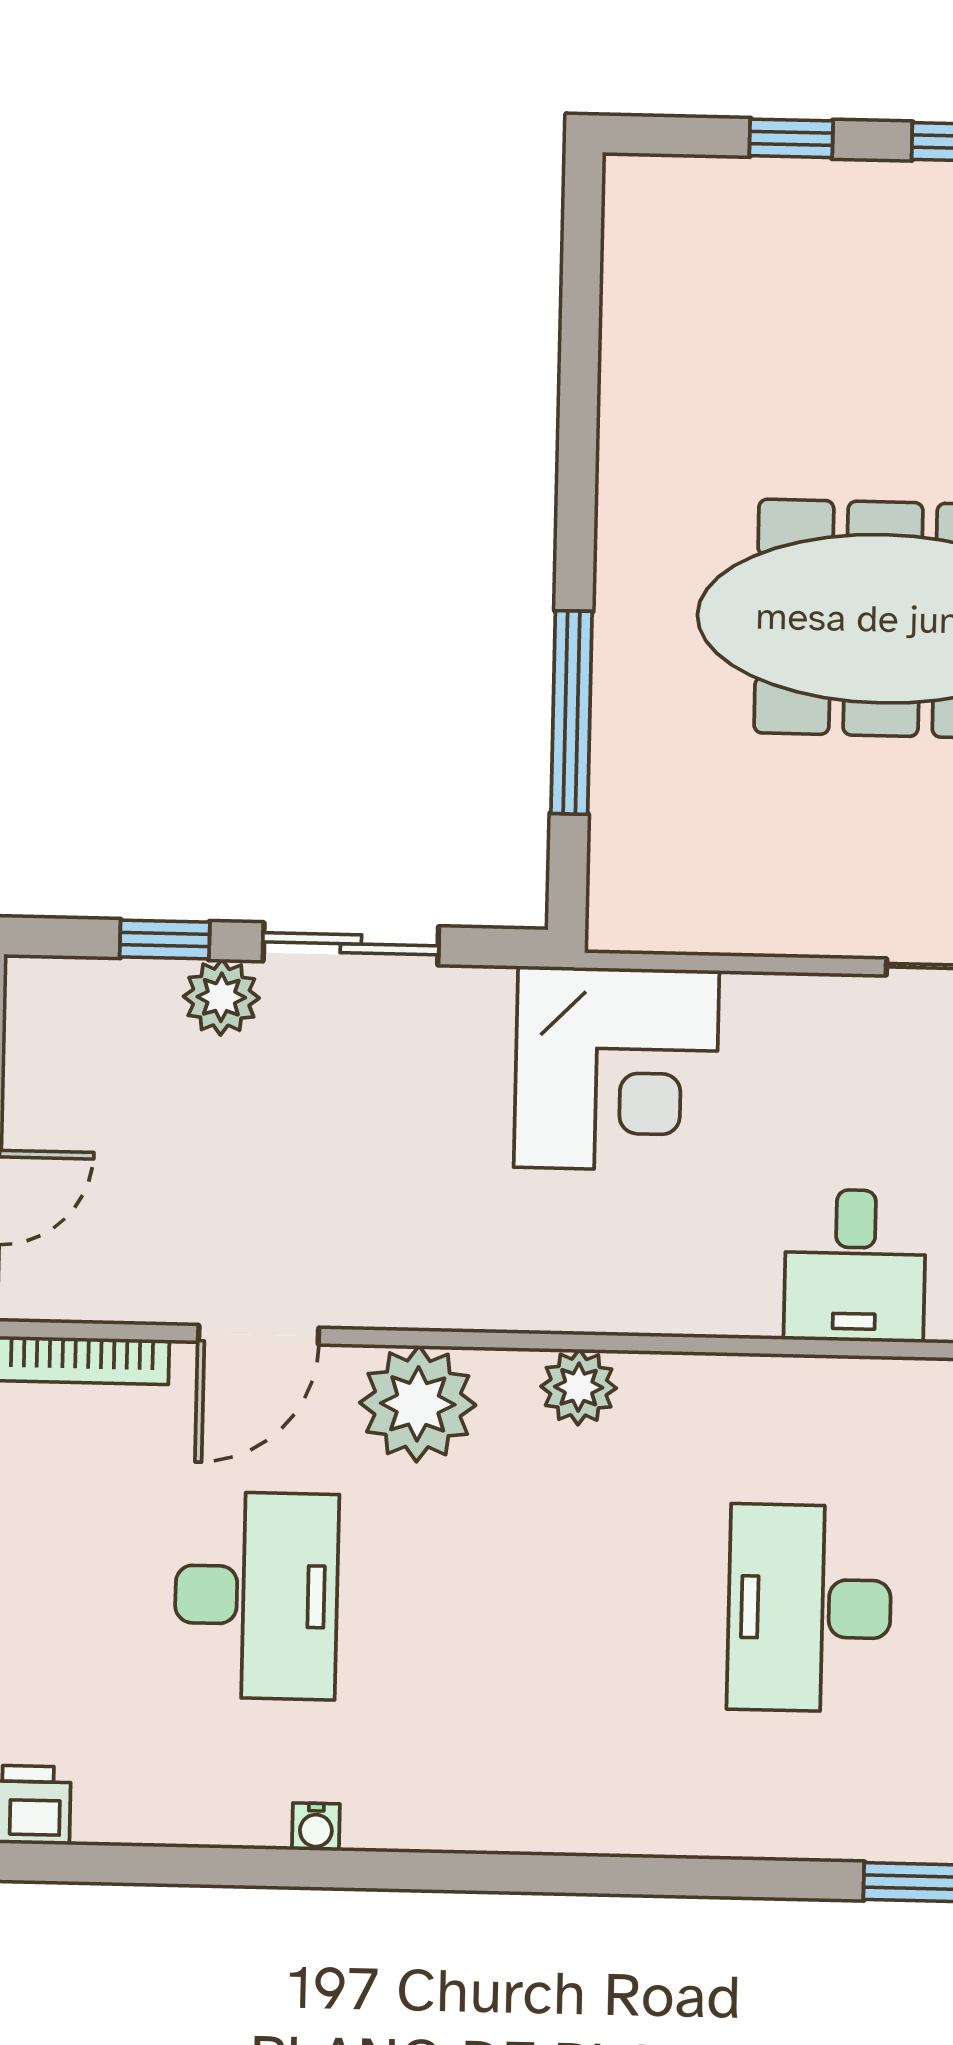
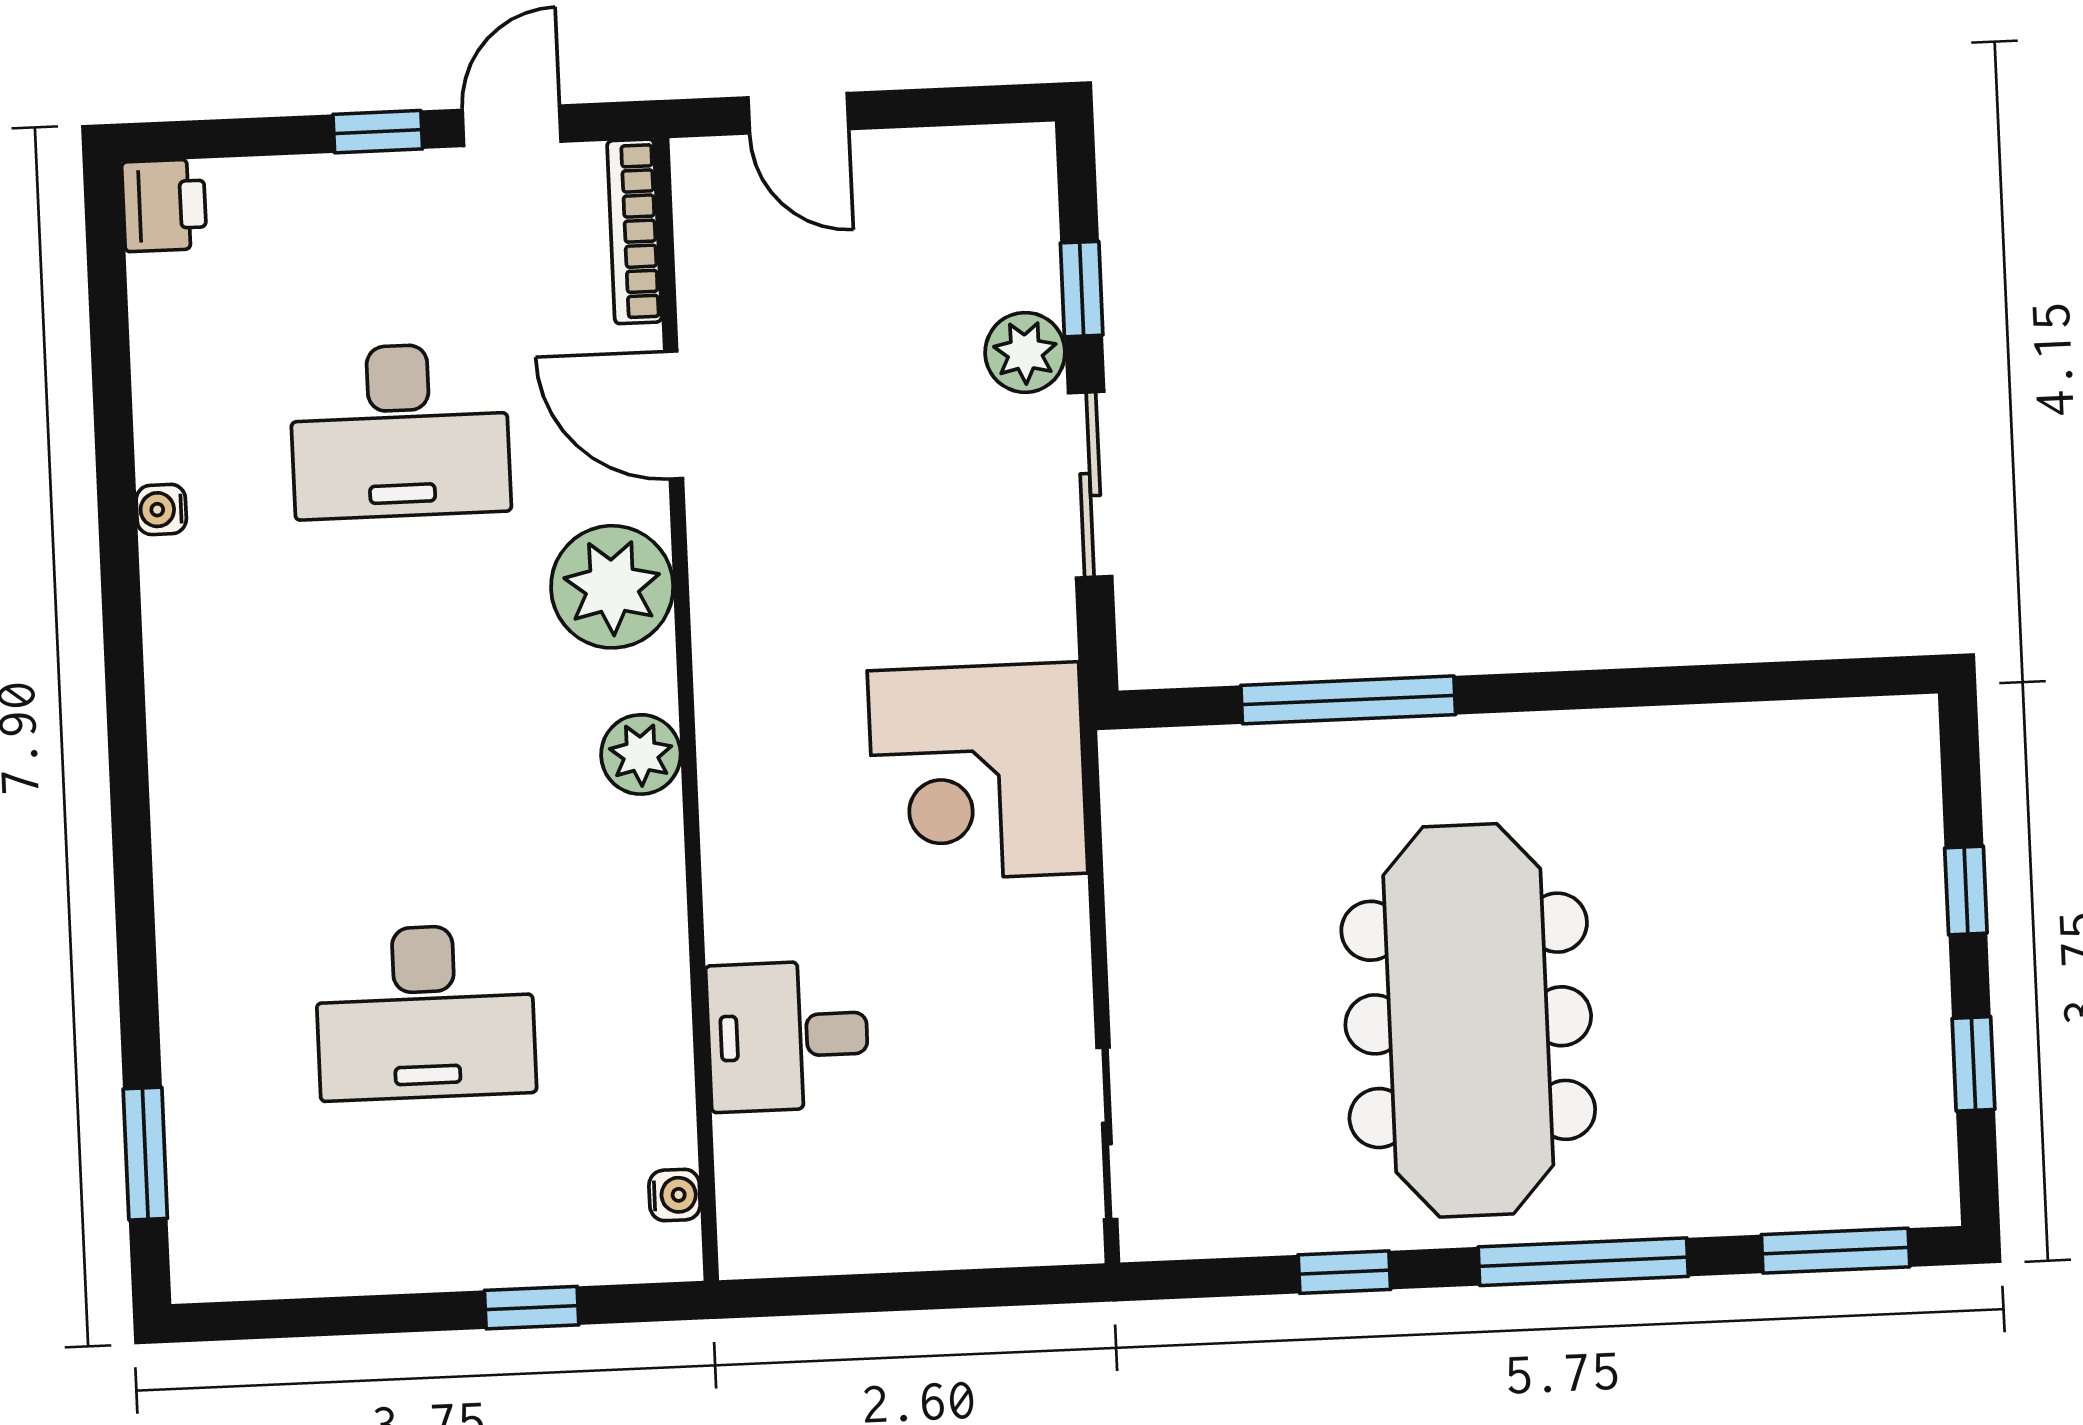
desk: (810, 1608) -> (425, 1012), turned 180

